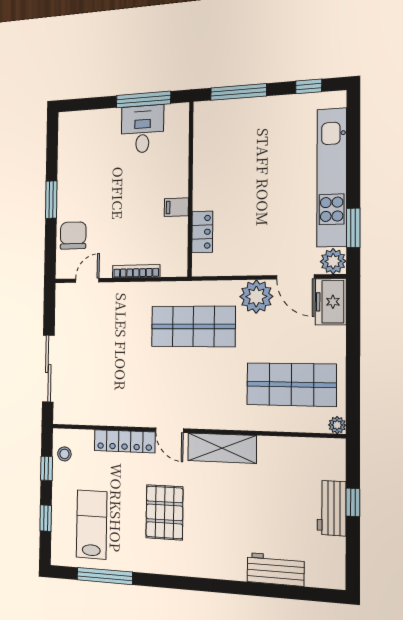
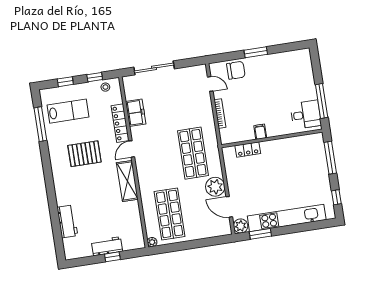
desk: (142, 129) -> (306, 115), moved
door: (295, 277) -> (229, 207), hinge flipped
freezer: (331, 302) -> (136, 113), moved, turned 90

